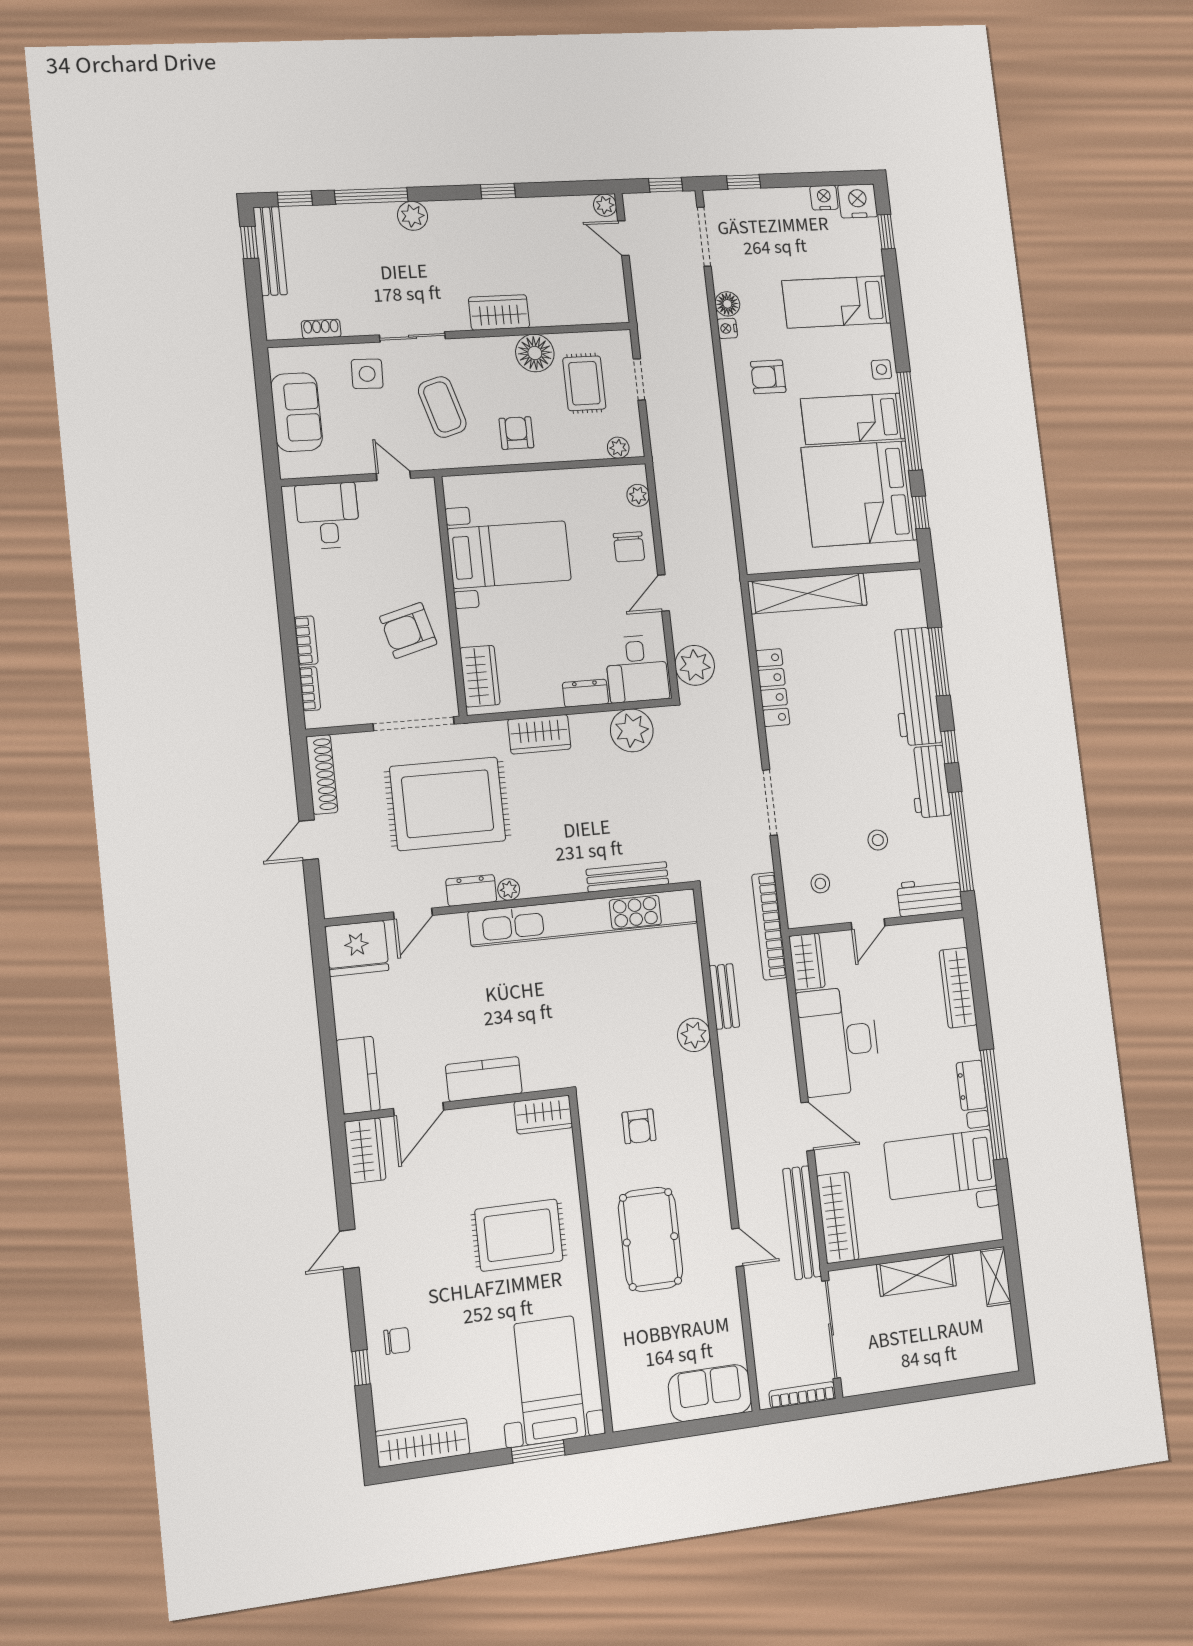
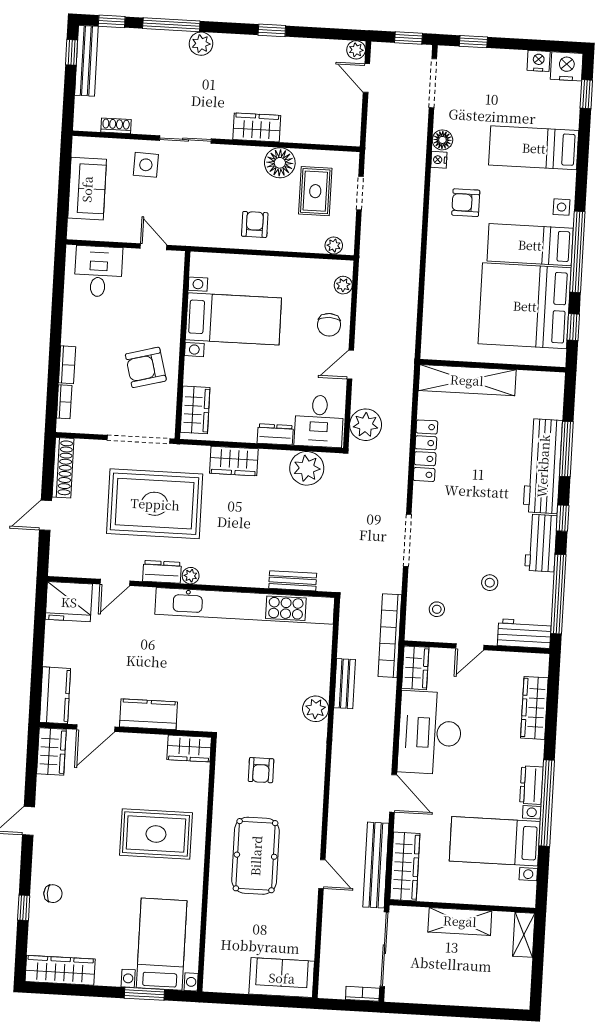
coffee table: (442, 407) -> (200, 197), removed
bench: (627, 877) -> (293, 581), width x0.73
bookcase: (802, 1395) -> (363, 994), width x0.64

